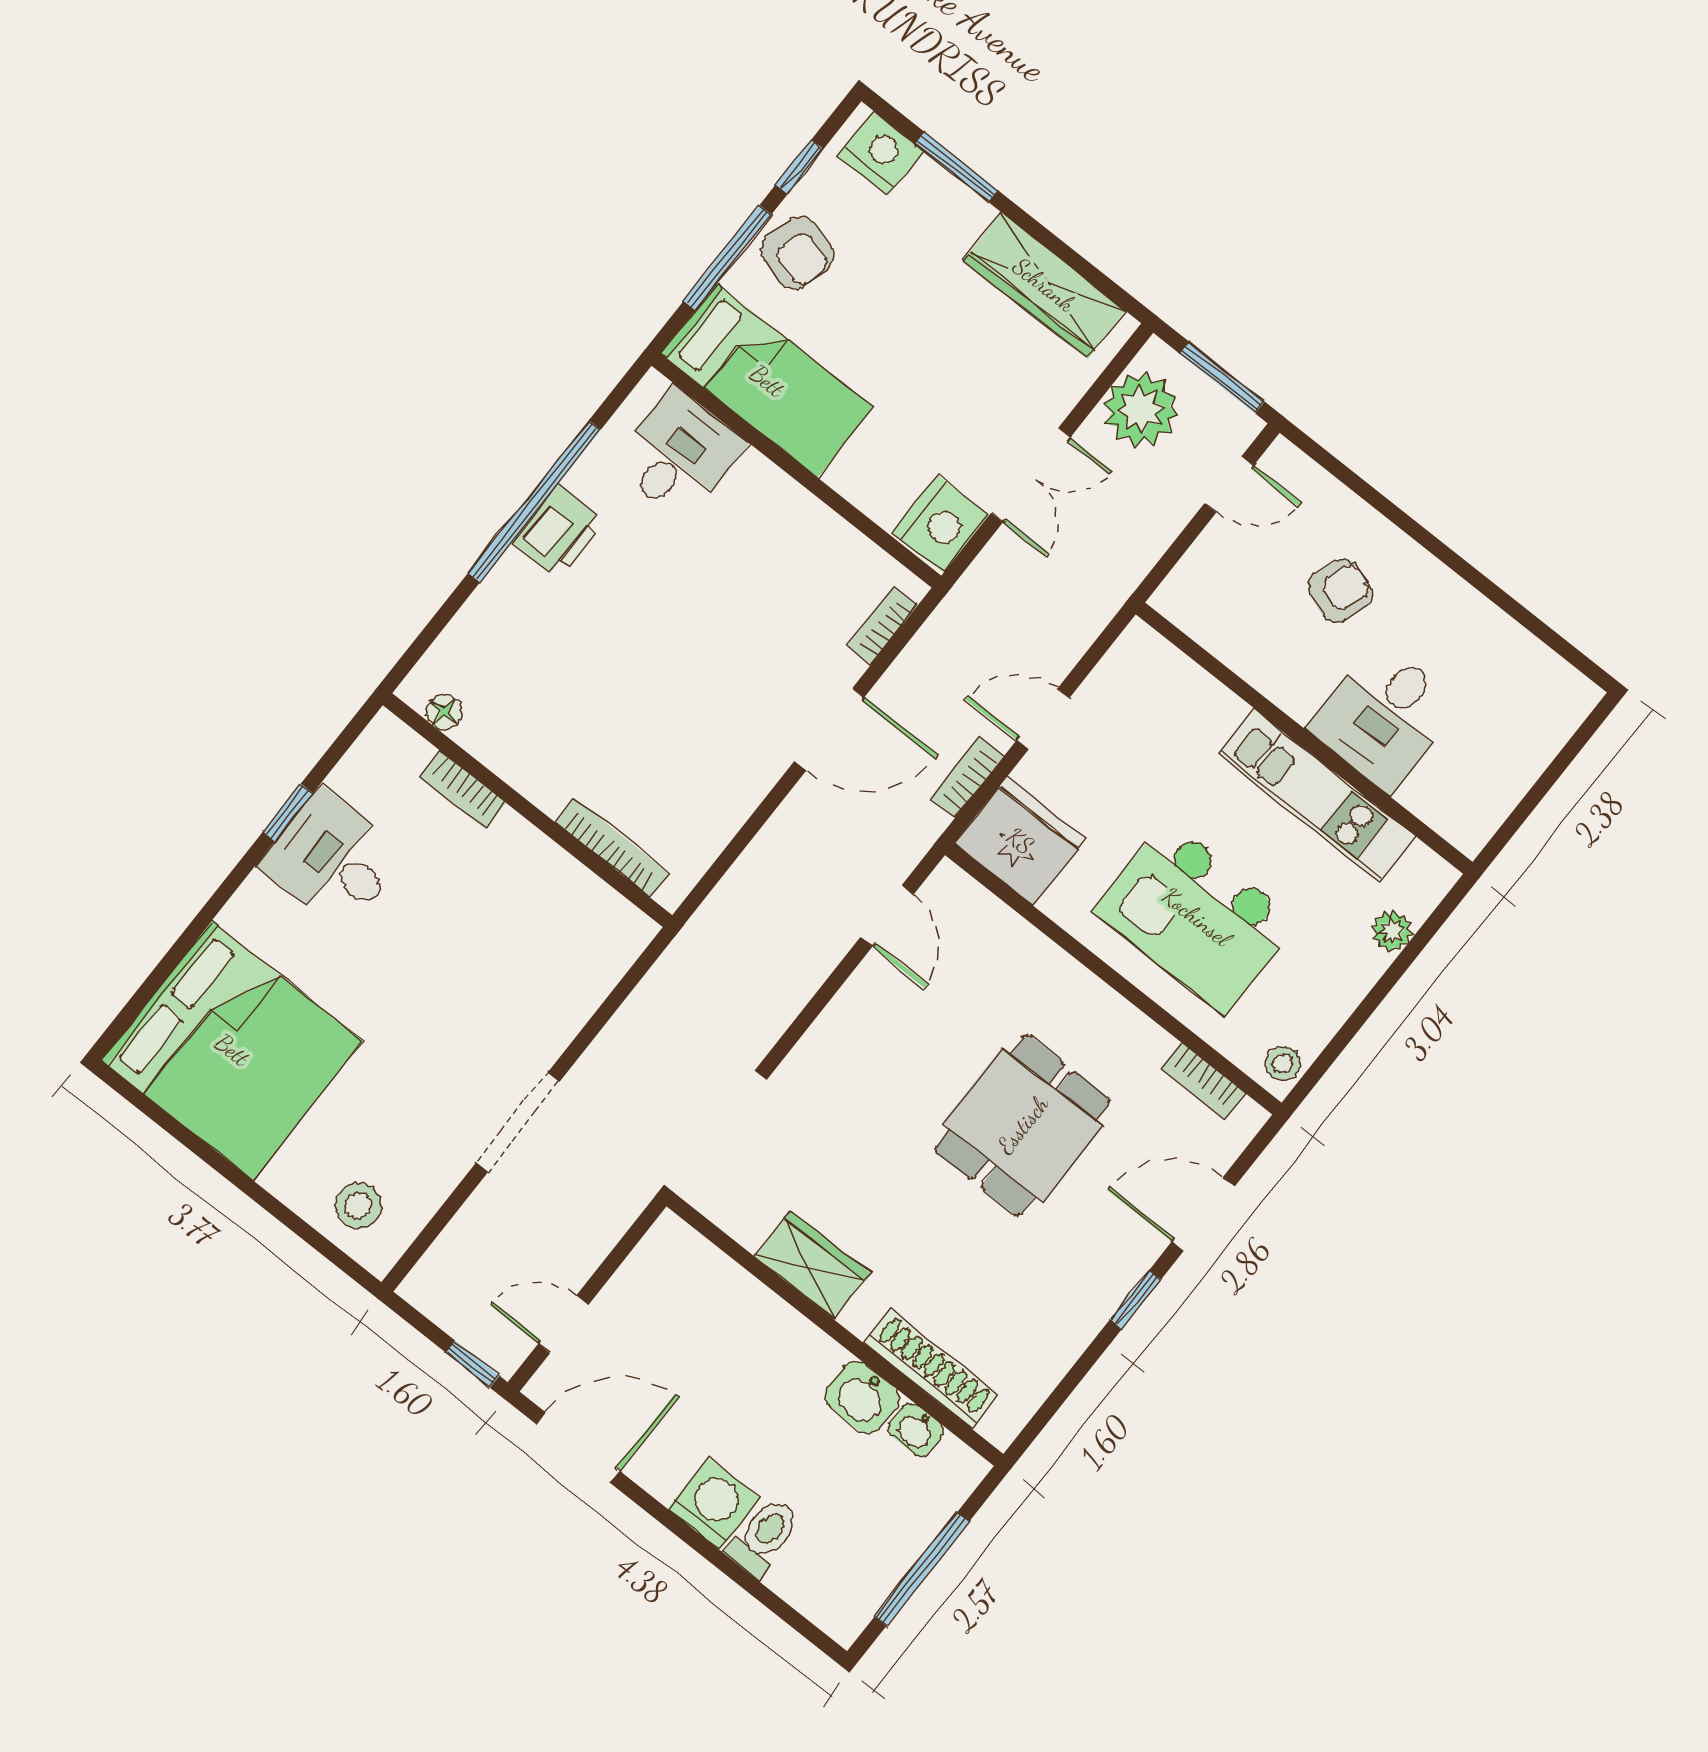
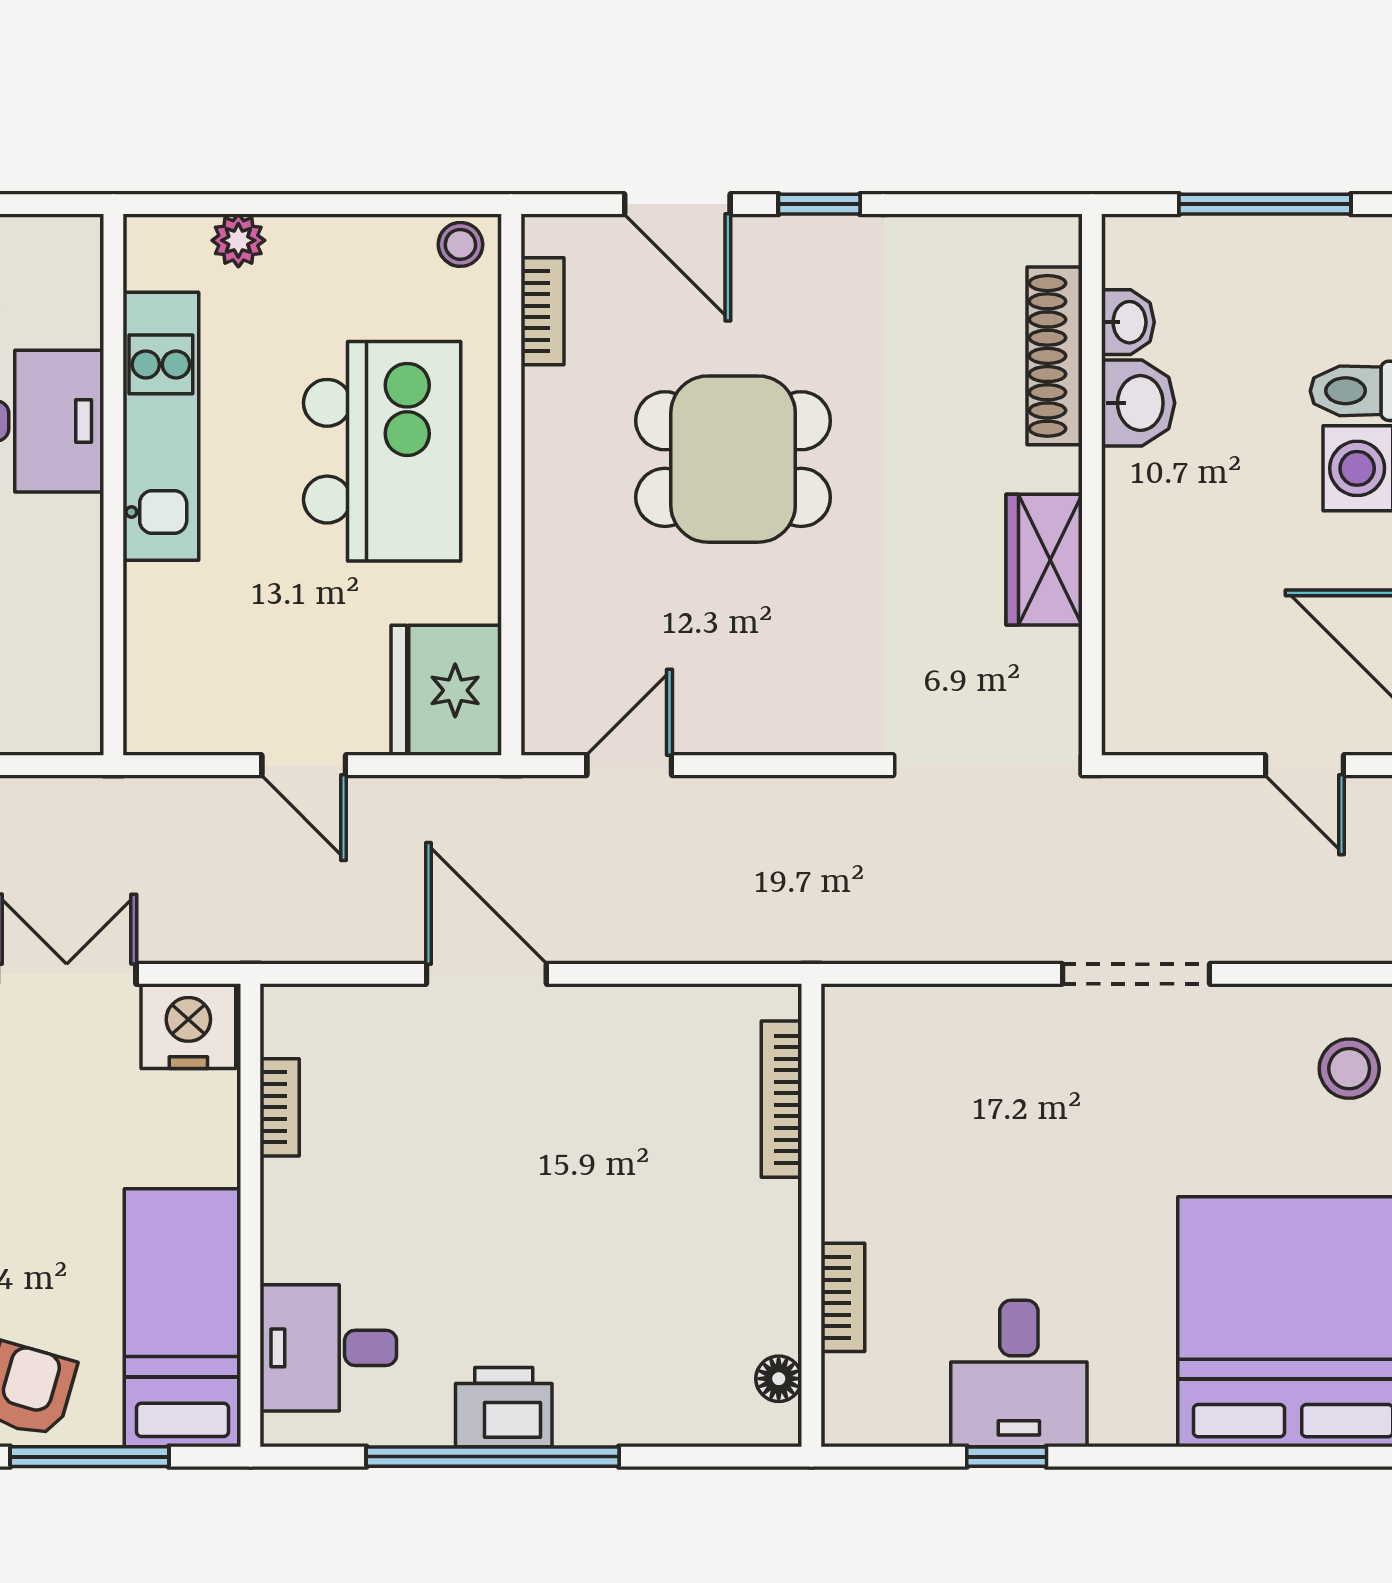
bookcase: (883, 625) -> (280, 1107), moved, turned -90
bookcase: (967, 777) -> (424, 796), removed

